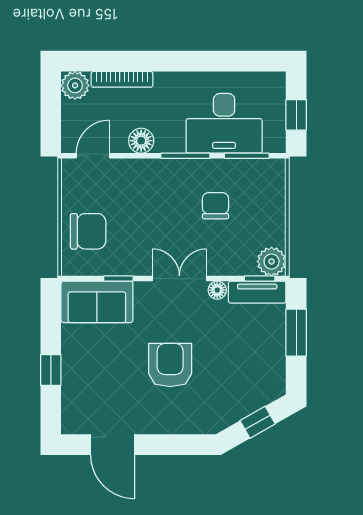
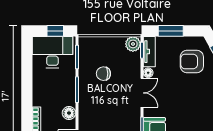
desk: (224, 123) -> (52, 52), moved, turned -90
double door: (179, 279) -> (142, 93), swing flipped
armchair: (170, 365) -> (192, 61), moved

